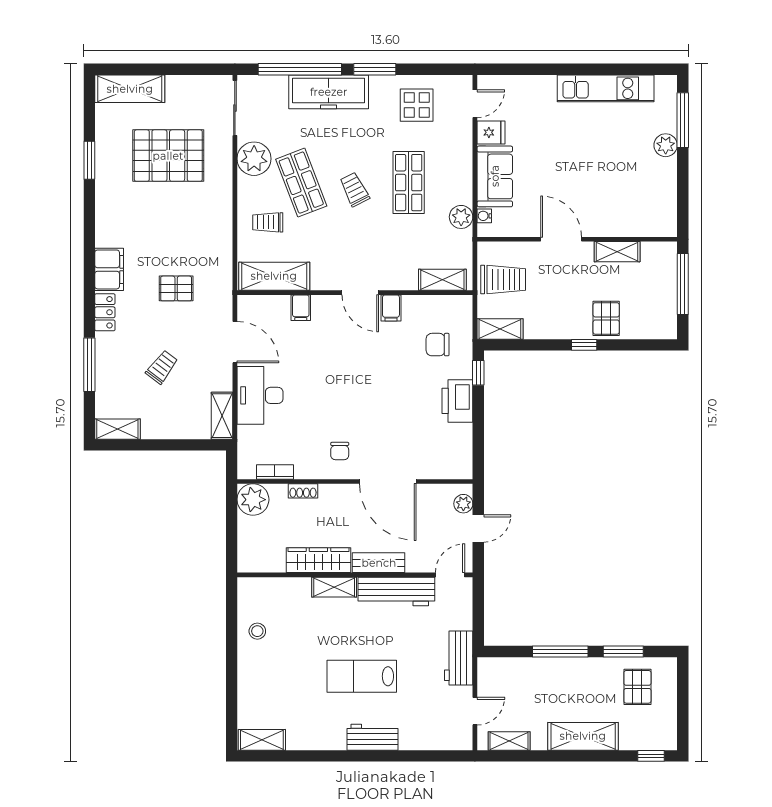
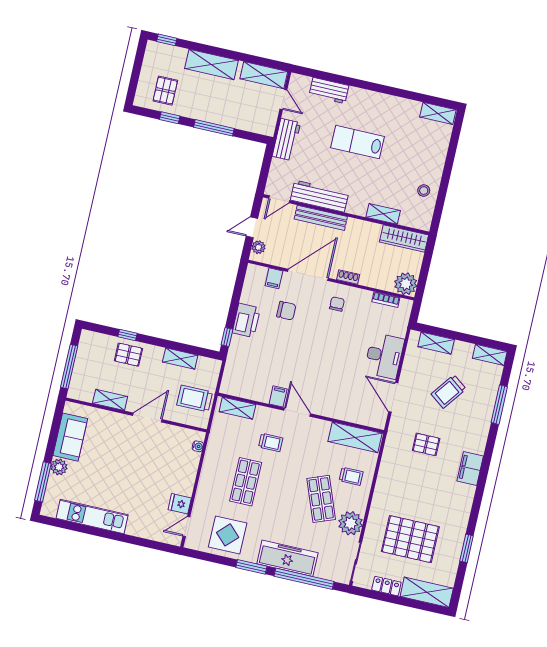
display table: (417, 105) -> (228, 535), width x1.36, depth x1.36
sofa: (495, 176) -> (70, 437), moved, turned 180
trolley: (354, 189) -> (271, 443), moved, turned -63
plant: (461, 217) -> (214, 449), removed
door: (561, 239) -> (147, 418), swing flipped
filing cabinet: (301, 308) -> (274, 278), moved, turned 180
locker: (105, 312) -> (386, 586), moved, turned 90
pallet: (606, 318) -> (128, 355), turned 90
shelving: (500, 329) -> (180, 359), moved
chair: (438, 345) -> (286, 311), moved
window: (584, 345) -> (128, 335), moved
trolley: (162, 367) -> (449, 392), width x1.36, depth x1.39
shelving: (222, 416) -> (436, 343), moved, turned 90
door: (388, 481) -> (308, 275), hinge flipped
shoe rack: (303, 491) -> (348, 277), moved
wardrobe: (318, 560) -> (404, 238), moved
bench: (379, 563) -> (321, 218), width x1.36
shelving: (334, 587) -> (383, 214), moved
window: (623, 651) -> (170, 118), width x0.67
lab bench: (362, 676) -> (357, 142), turned 180
door: (475, 711) -> (283, 99), swing flipped
workbench: (372, 737) -> (329, 90), moved
shelving: (509, 741) -> (264, 75), width x1.50, depth x1.33

